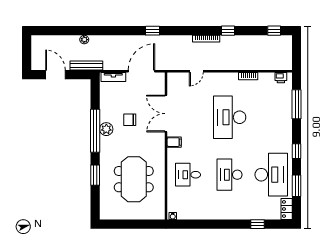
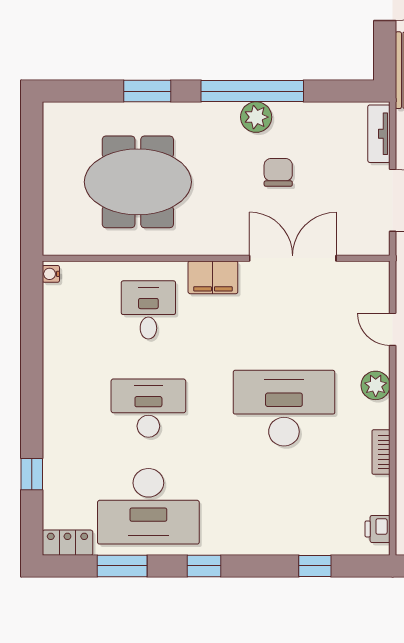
plant: (220, 78) -> (376, 385), added
window: (297, 104) -> (315, 566), width x0.46
filing cabinet: (174, 142) -> (213, 277), width x2.00

